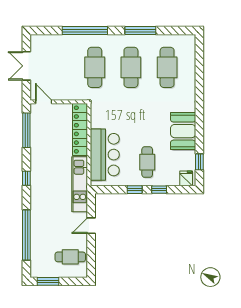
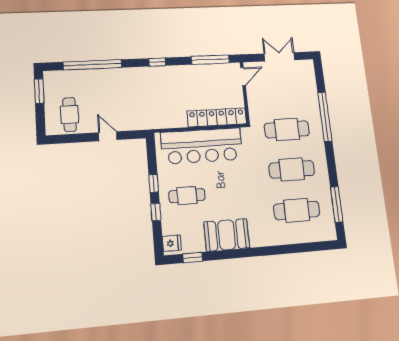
window: (140, 31) -> (337, 204), moved
bar counter: (105, 155) -> (202, 146), width x1.36
kitchen unit: (80, 184) -> (155, 120), removed

